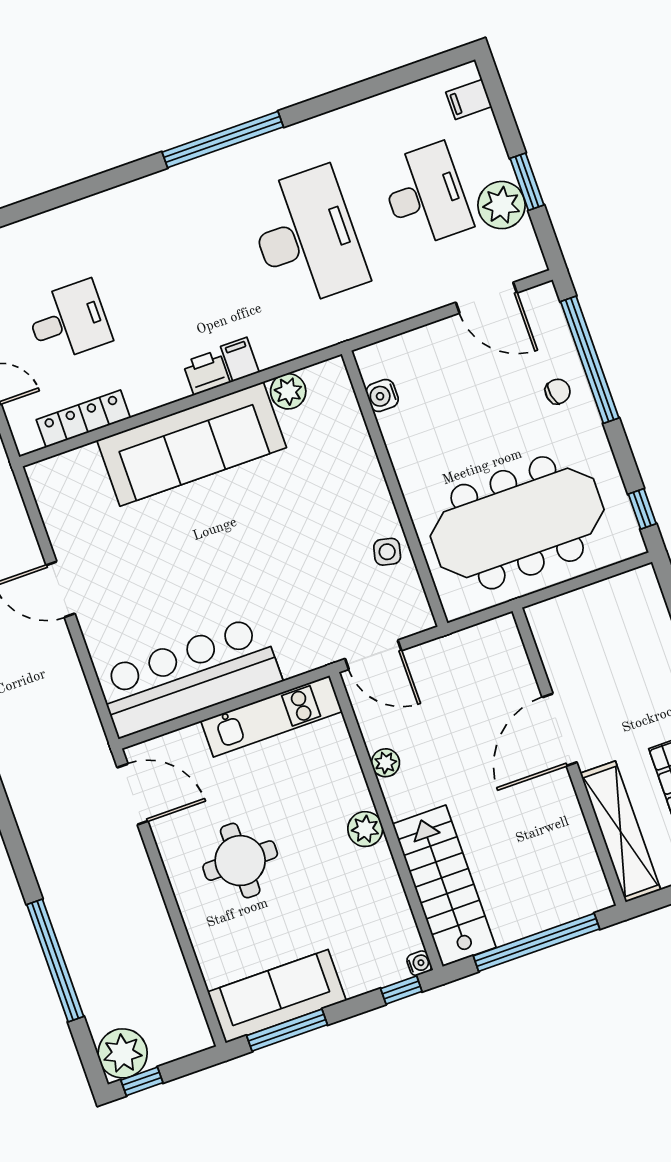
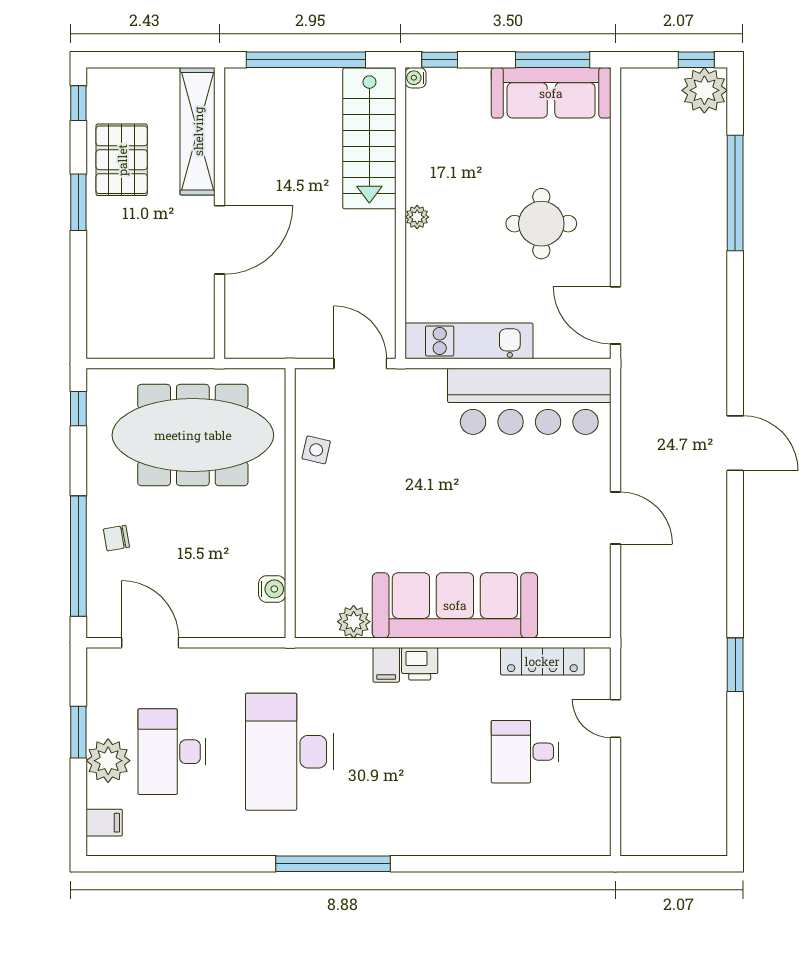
plant: (501, 205) -> (108, 761), moved
plant: (386, 763) -> (383, 265), removed
plant: (365, 829) -> (417, 217), width x0.73, depth x0.73

